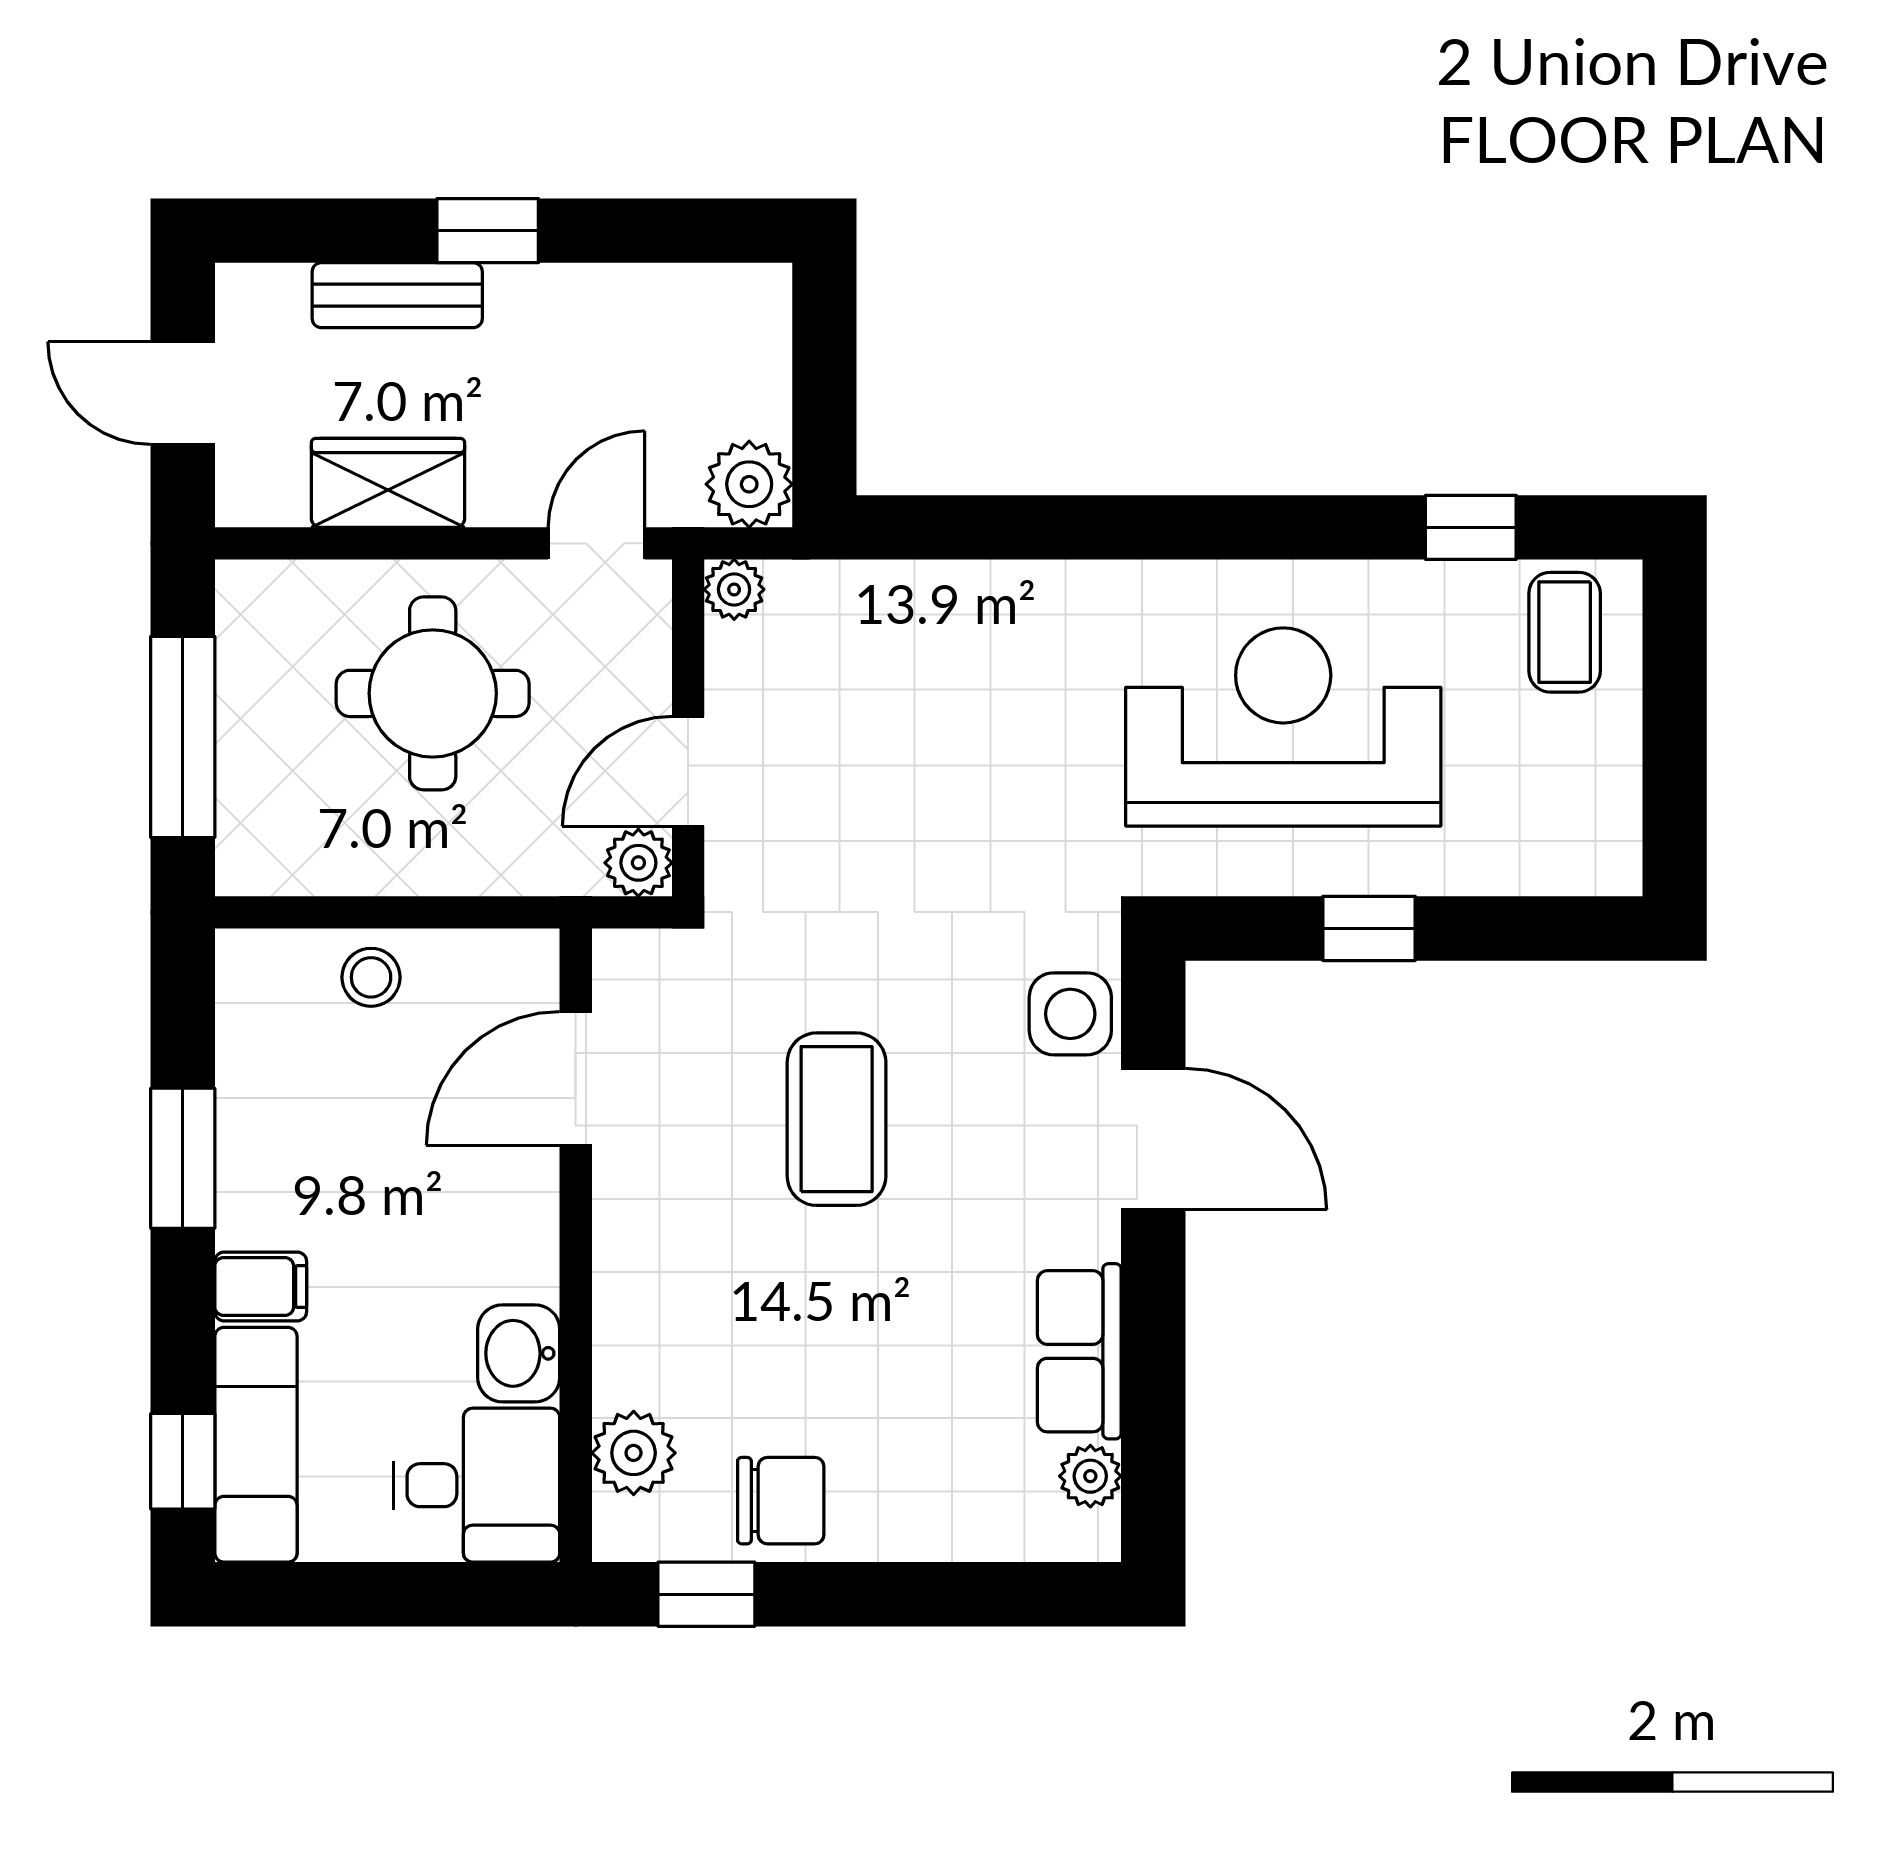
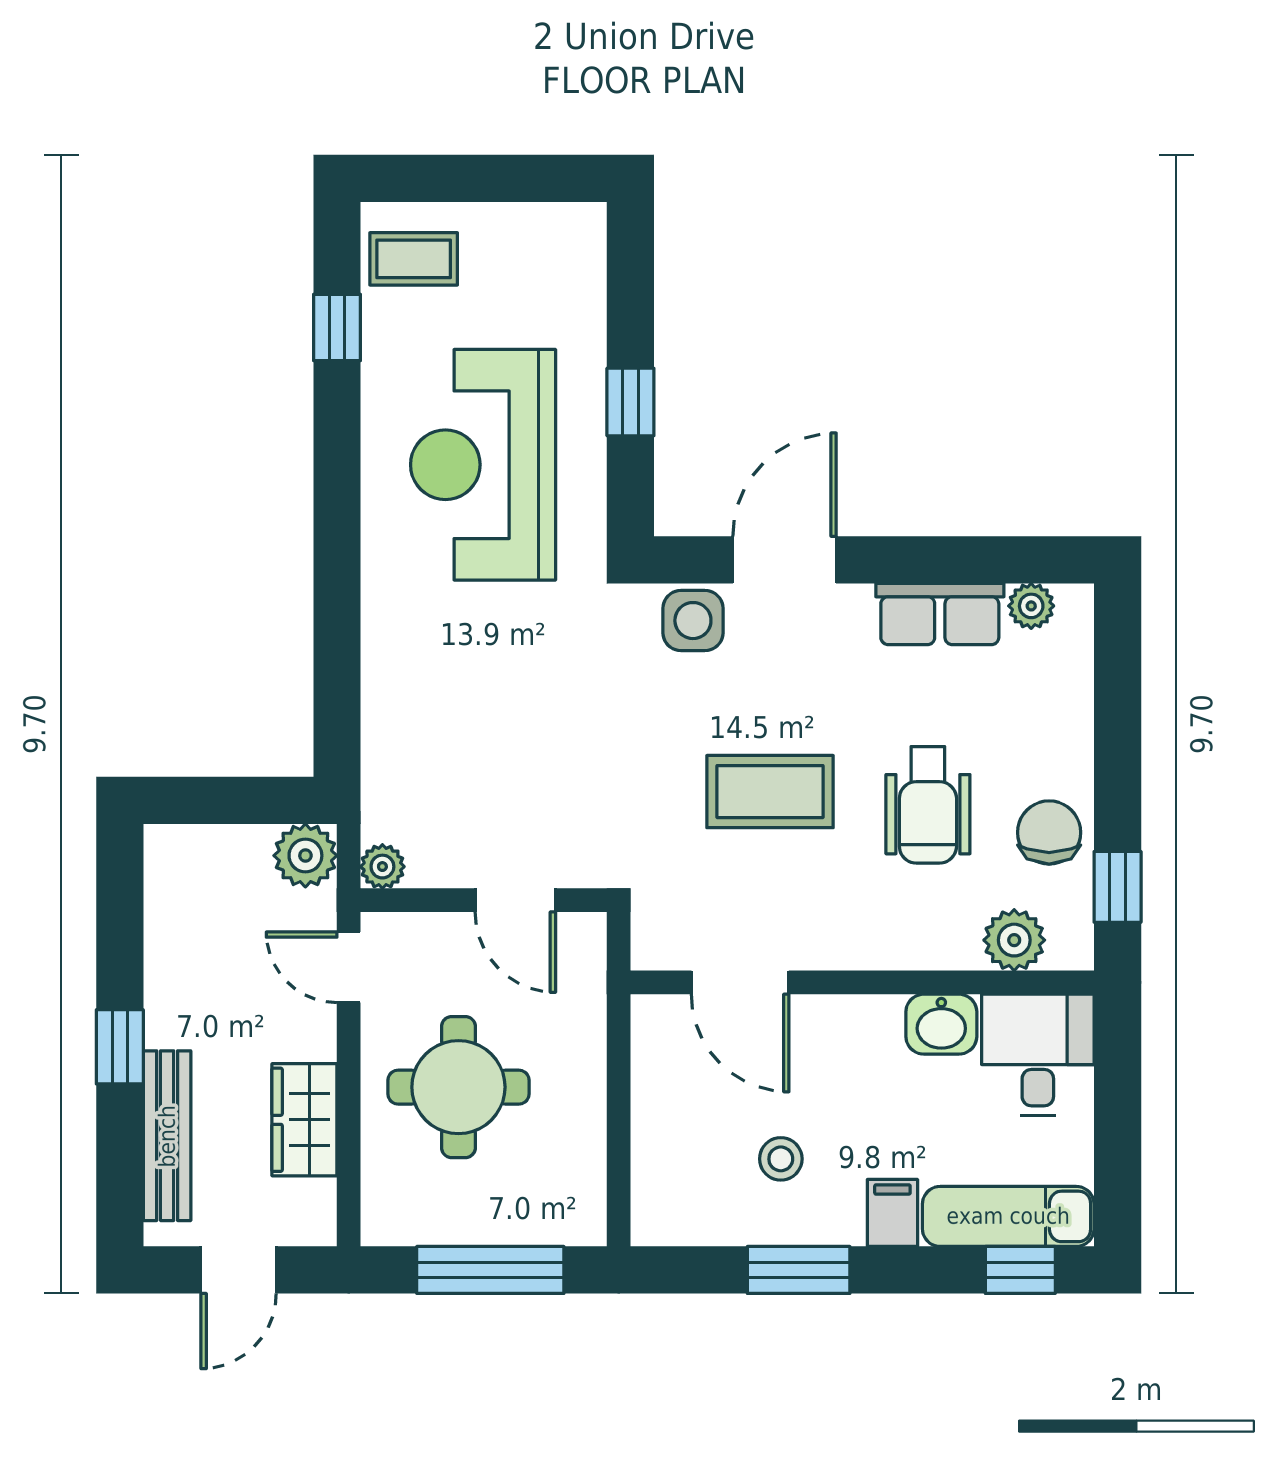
bench: (397, 295) -> (167, 1136), width x1.36
plant: (638, 863) -> (582, 937), removed
stool: (371, 977) -> (781, 1159), moved
wheelchair: (818, 1335) -> (928, 805), added

